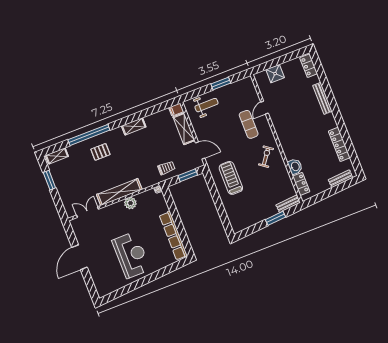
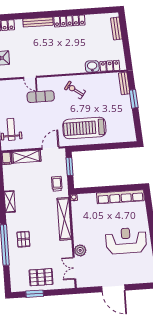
locker: (339, 144) -> (69, 21), moved
shelving: (57, 156) -> (15, 280), removed
treadmill: (231, 178) -> (84, 128), width x1.37, depth x1.38
pallet: (68, 181) -> (41, 277), added
shelving: (119, 192) -> (64, 219), moved
plant: (130, 203) -> (80, 250), moved

